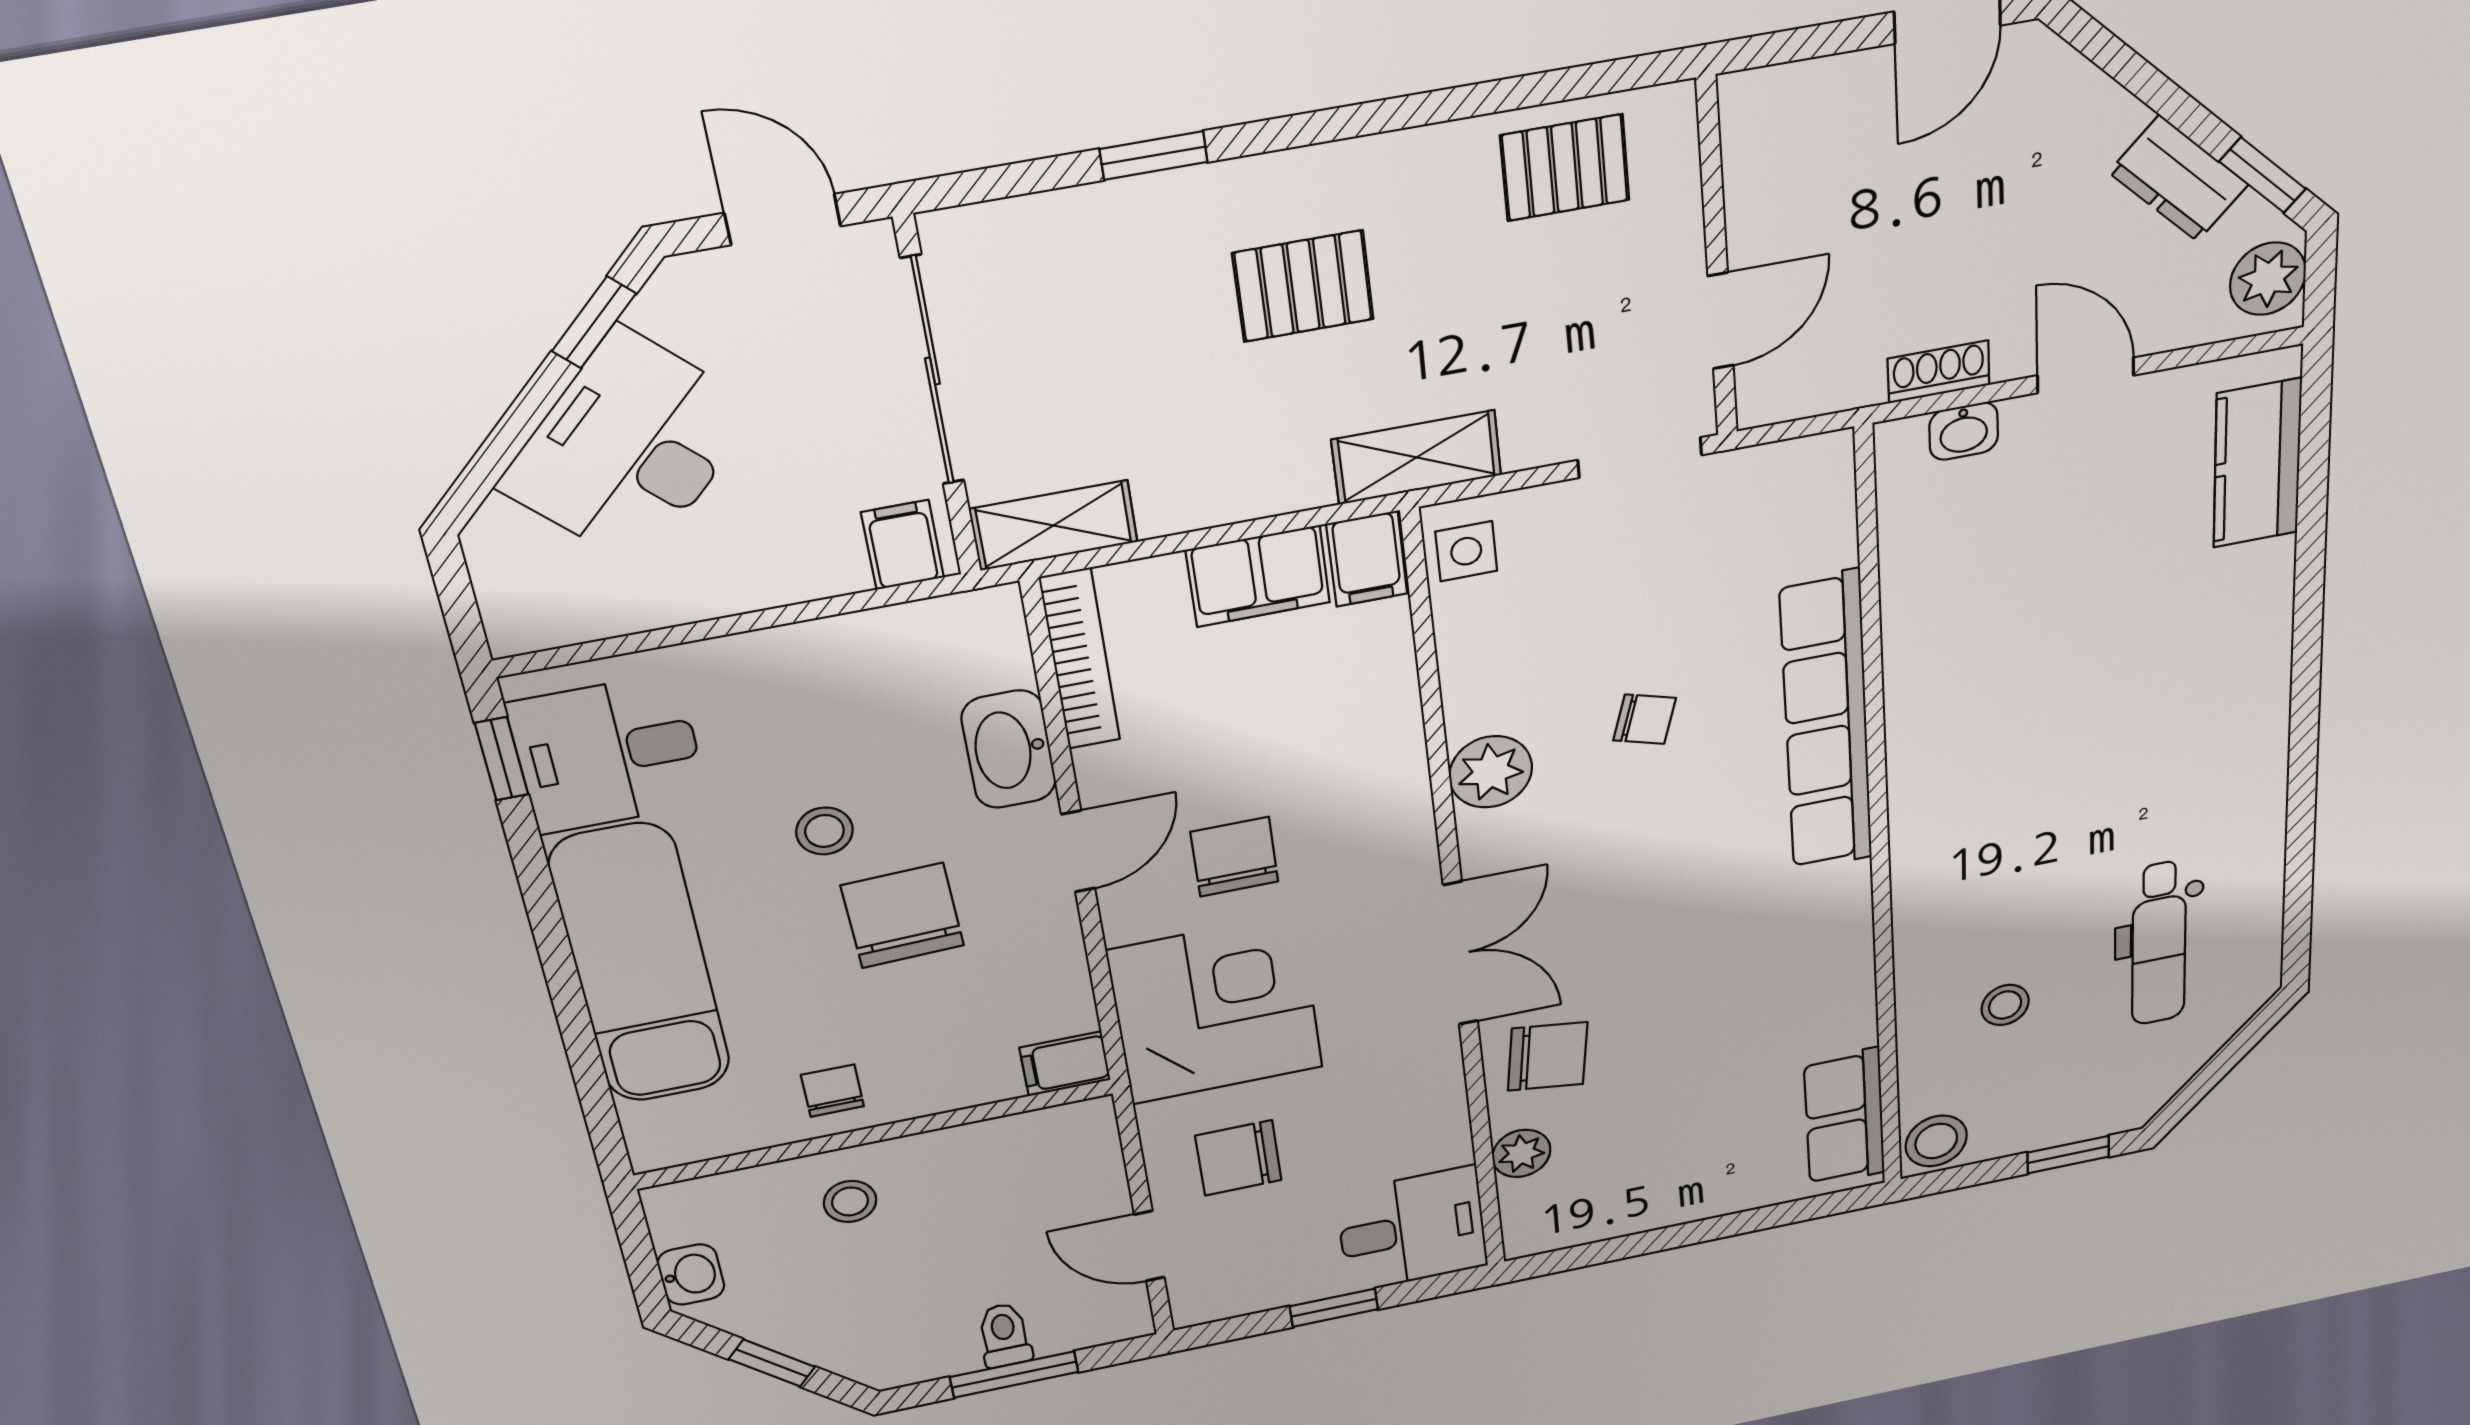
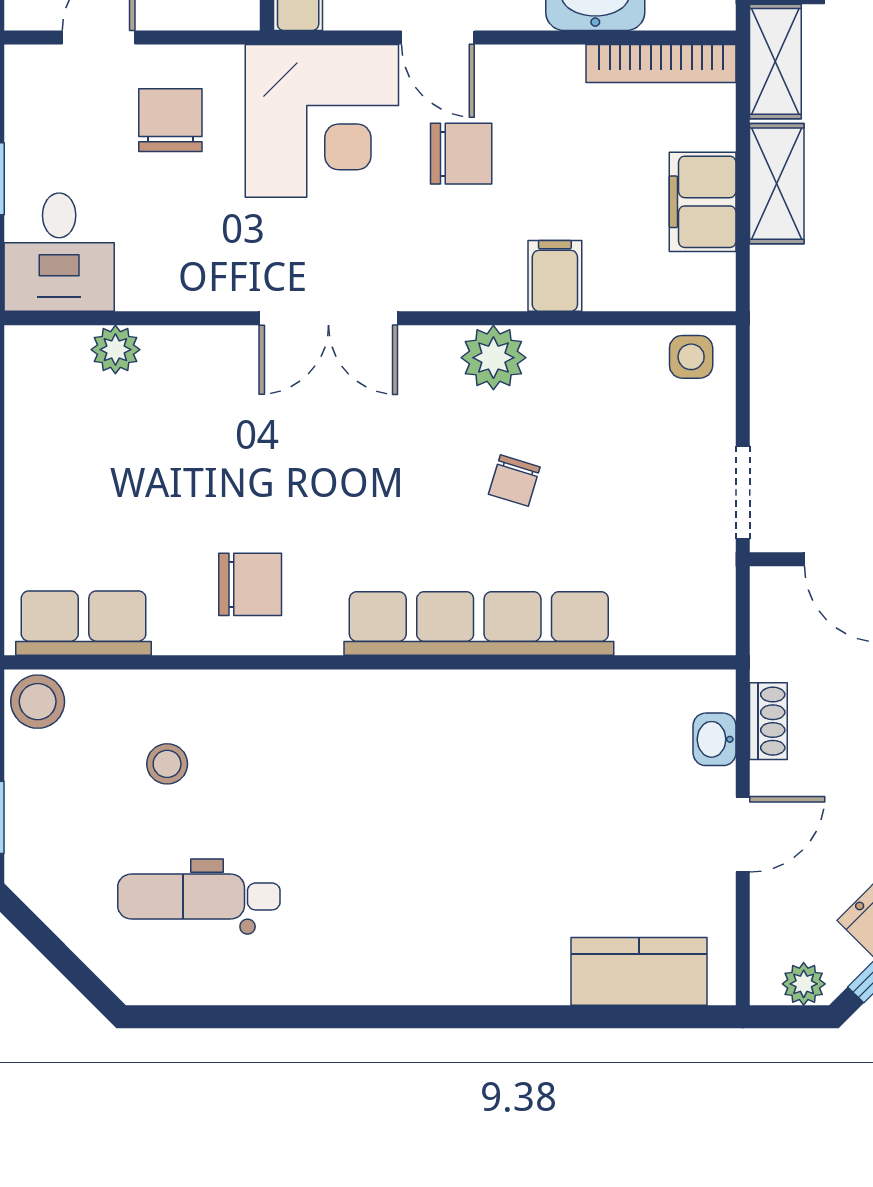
plant: (2268, 279) -> (804, 984), width x0.73, depth x0.73
shelving: (1417, 457) -> (777, 184), moved
filing cabinet: (1367, 559) -> (555, 276), moved, turned 90
door: (1078, 851) -> (438, 37), moved
chair: (1548, 1056) -> (250, 584), moved, turned -98

